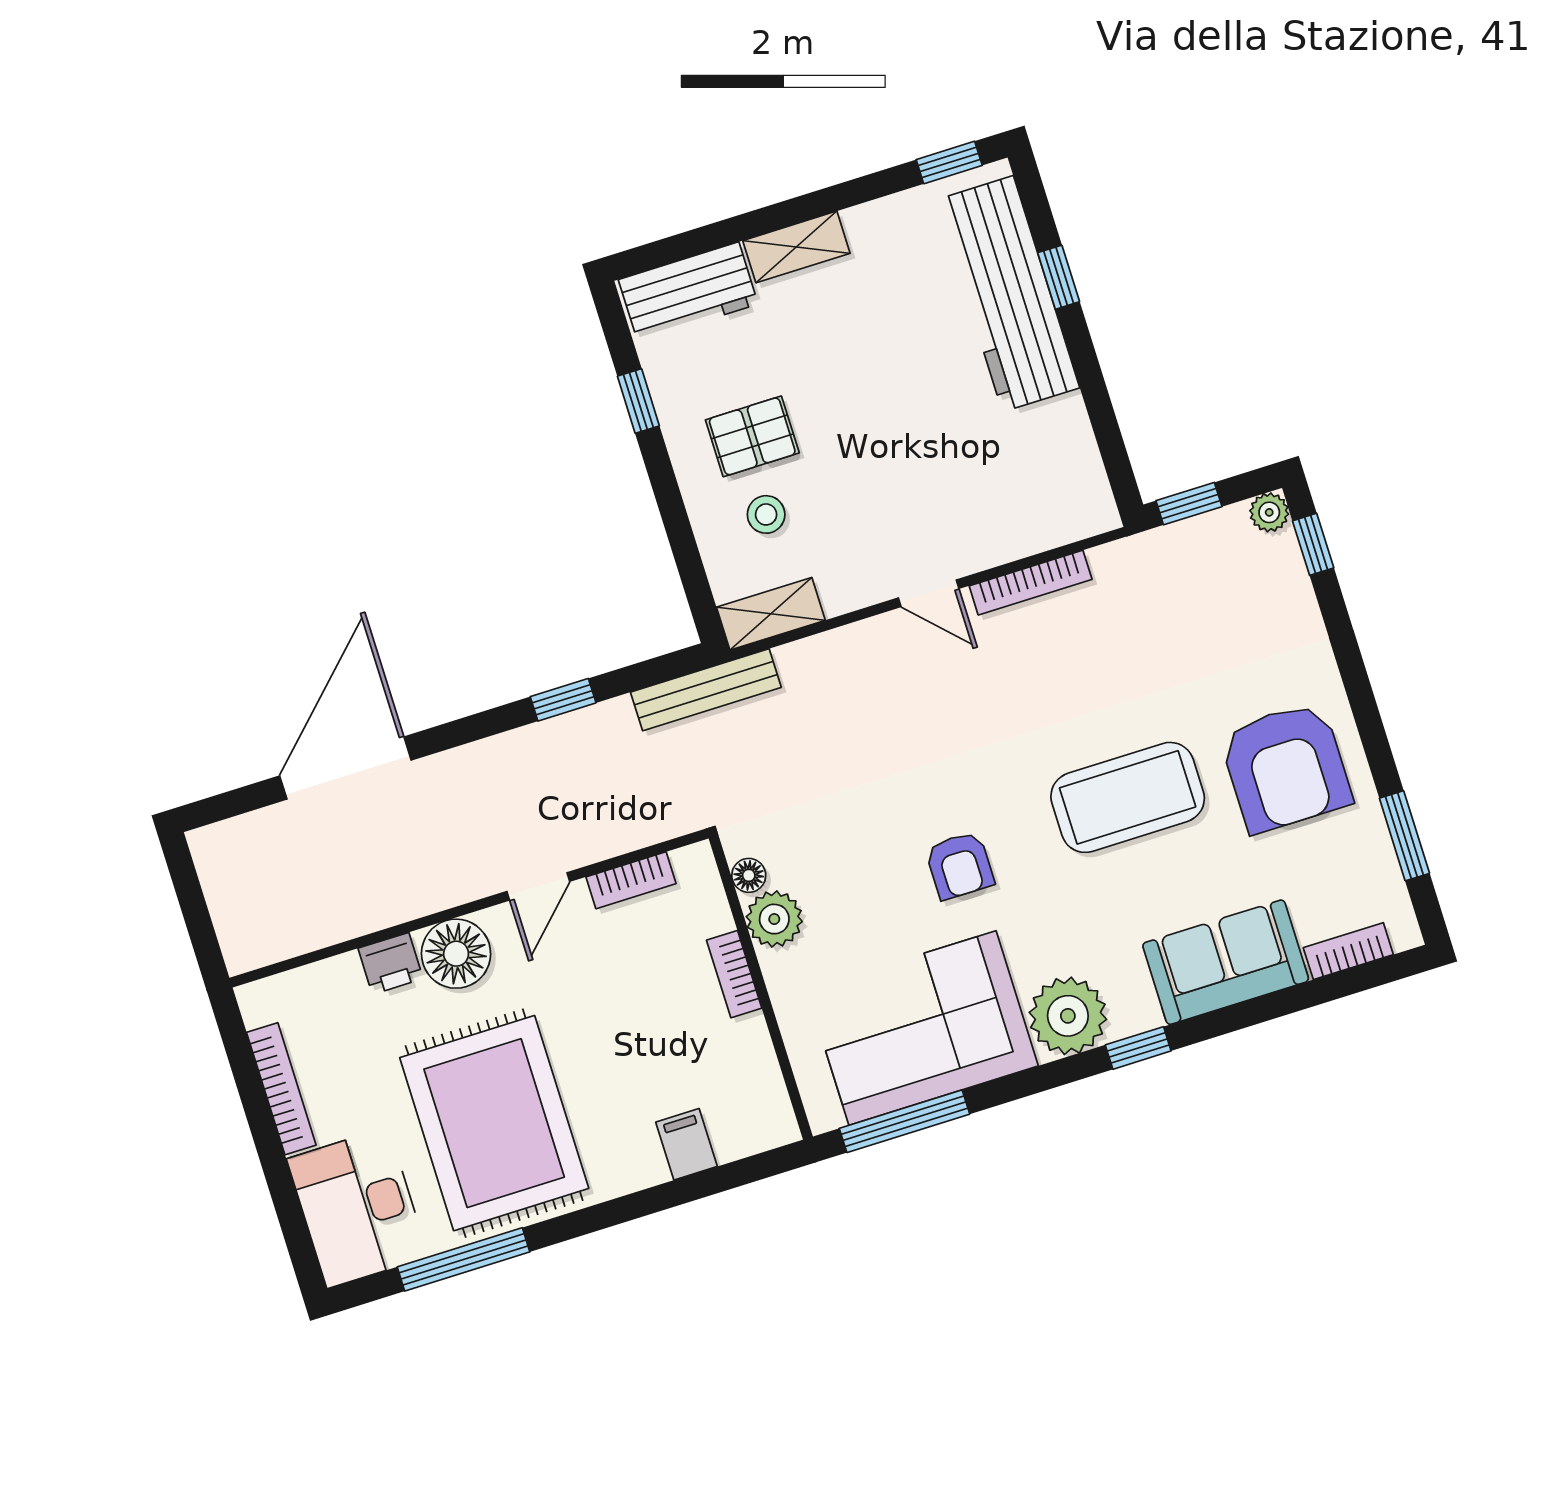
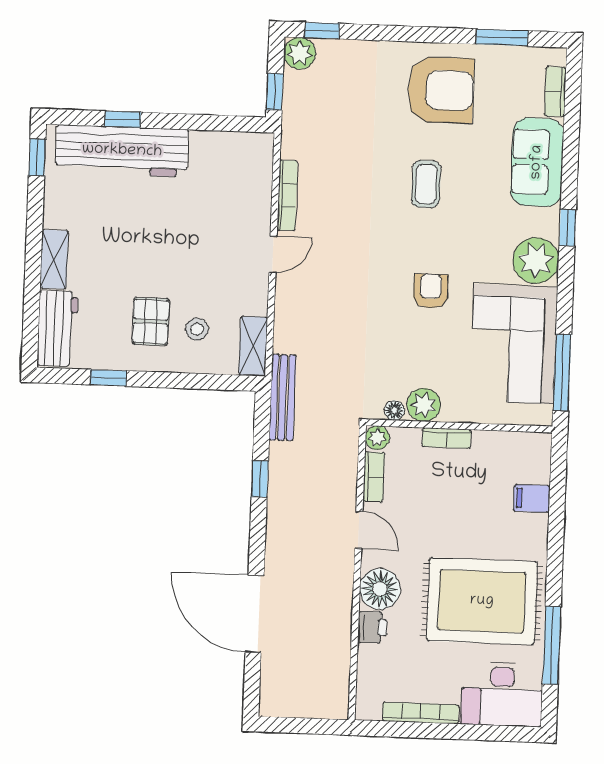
plant: (1269, 512) -> (300, 53), width x1.38, depth x1.38
coffee table: (1128, 797) -> (426, 184), width x0.54, depth x0.58
plant: (695, 864) -> (377, 438), added
armchair: (960, 865) -> (431, 291), turned -90

